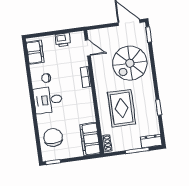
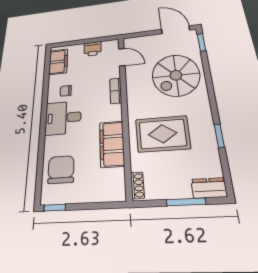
rug: (122, 108) -> (163, 134), turned 90
filing cabinet: (90, 139) -> (112, 144), moved

